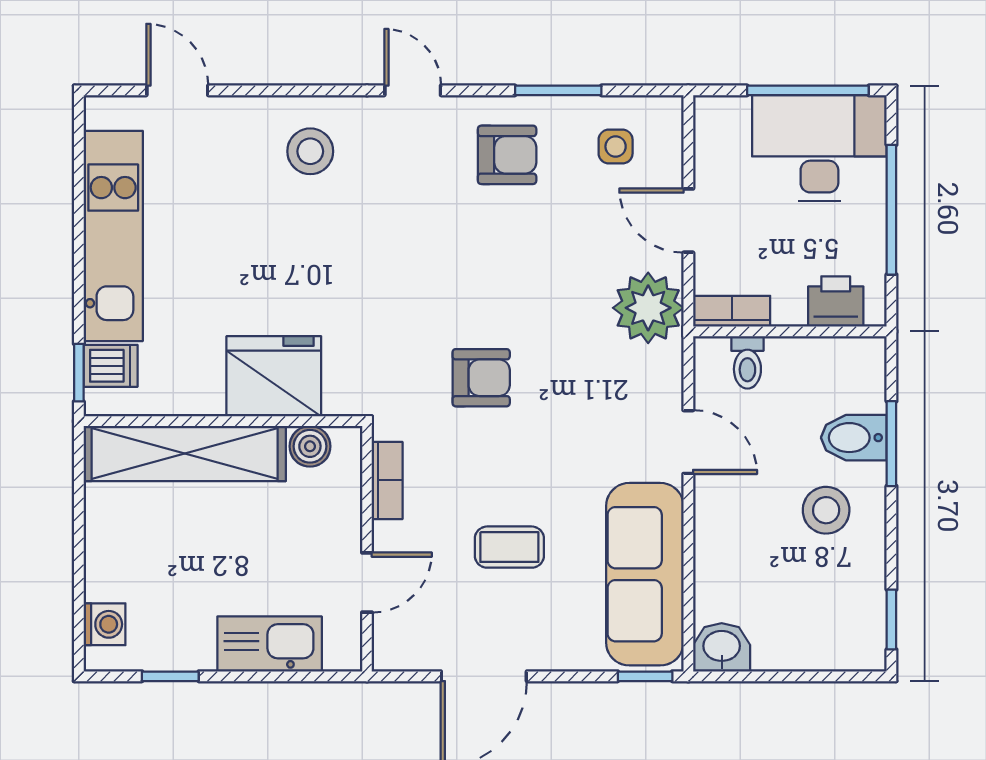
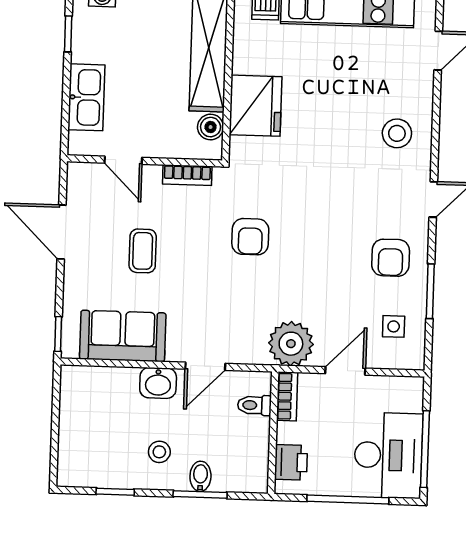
bidet: (854, 438) -> (200, 476), width x0.72, depth x0.74
stool: (826, 510) -> (159, 452), width x0.73, depth x0.73
sofa: (645, 574) -> (123, 336), width x0.73
window: (891, 619) -> (115, 492), moved
washbasin: (722, 647) -> (158, 383), moved, turned 90

